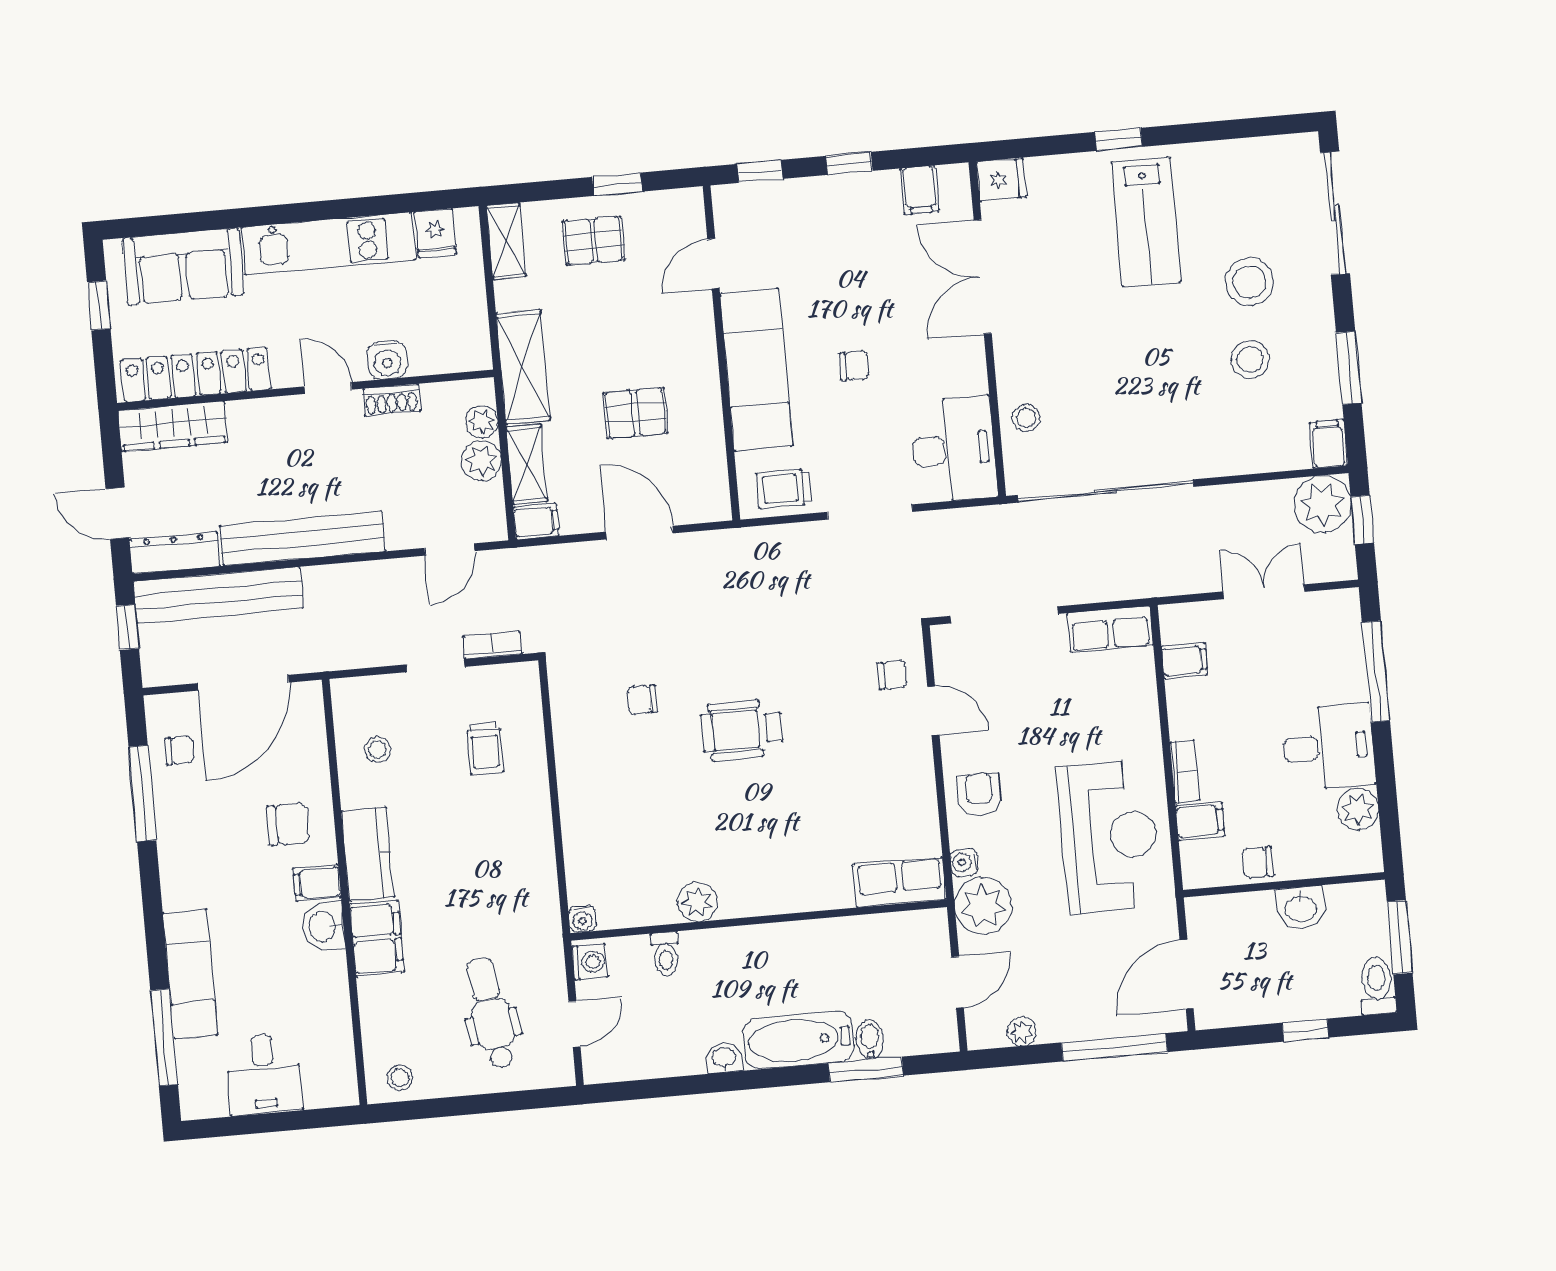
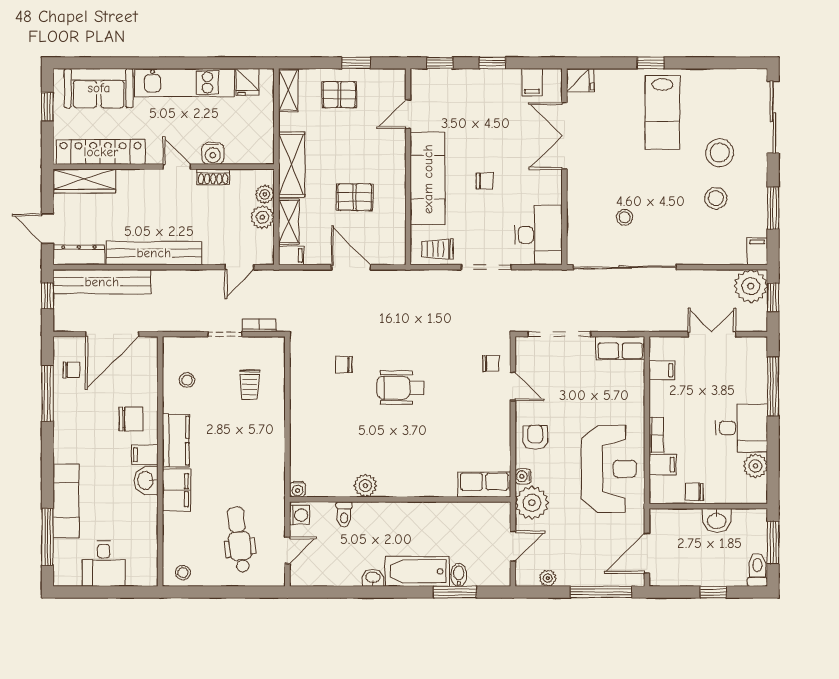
stool: (1026, 418) -> (625, 217), moved

